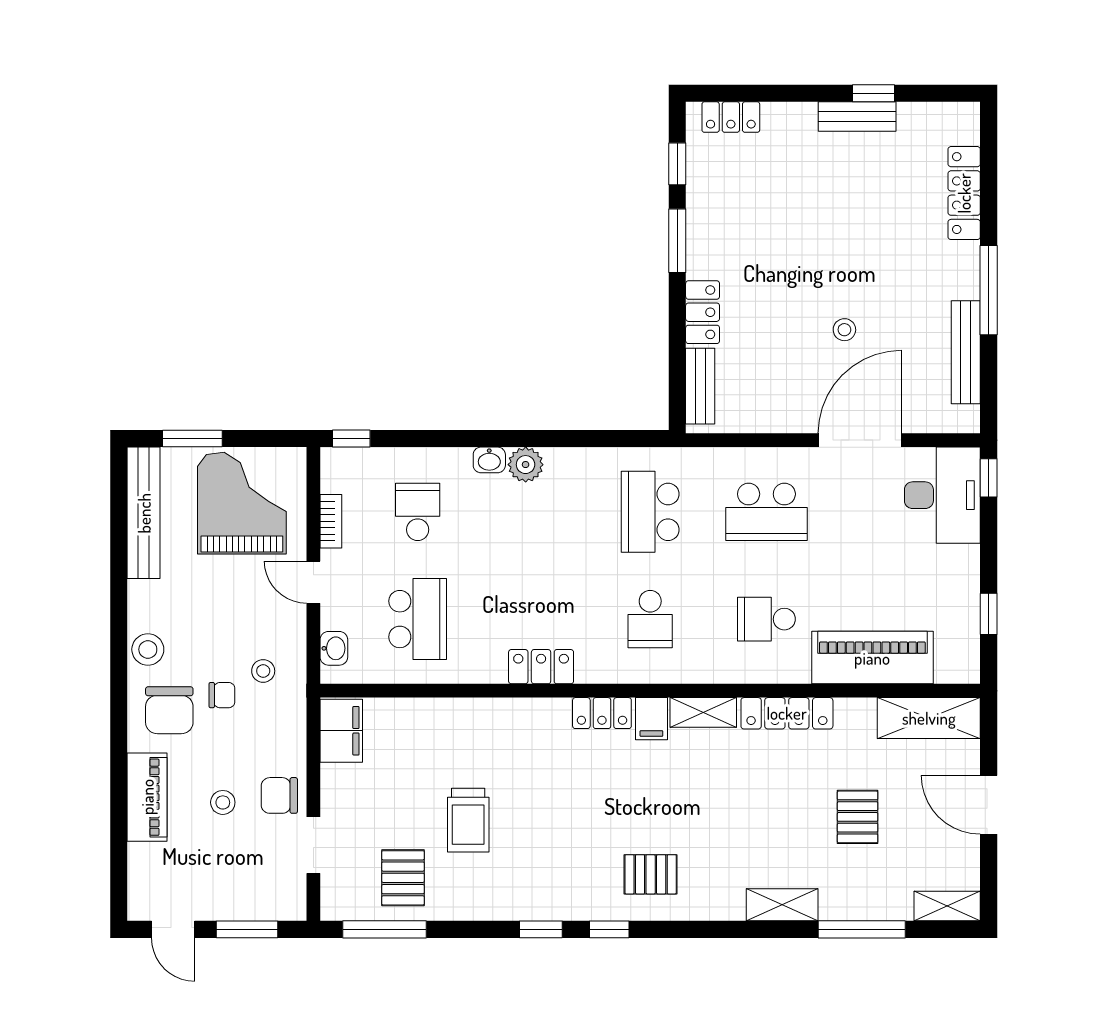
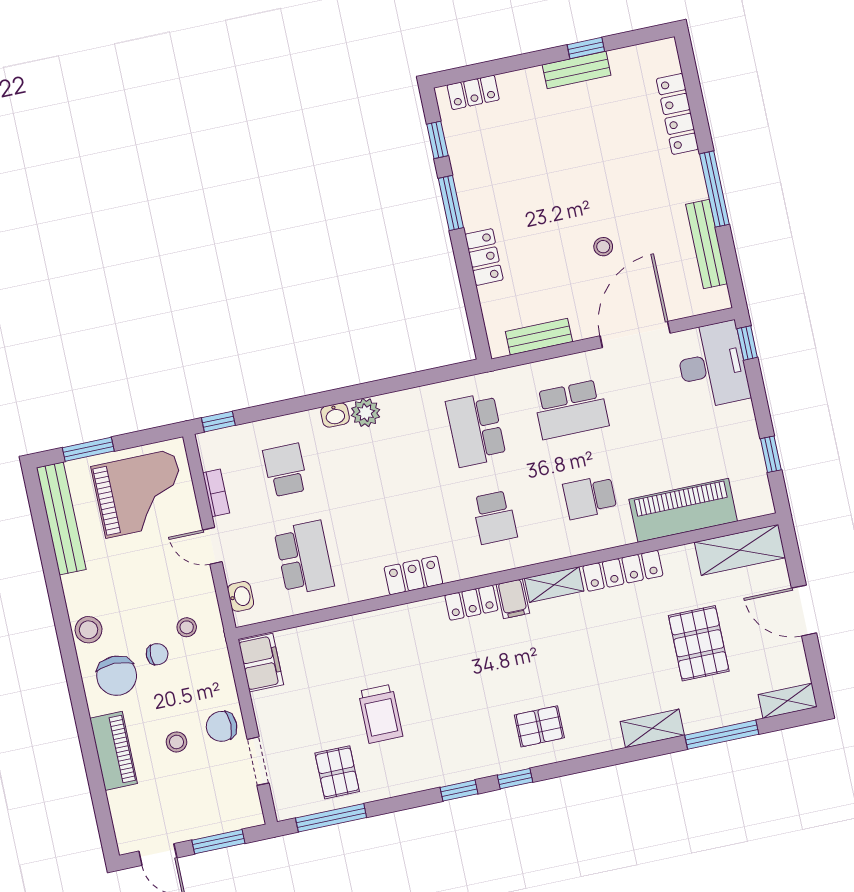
bench: (700, 386) -> (539, 337), moved, turned 90
grand piano: (242, 503) -> (140, 494), turned 90
pallet: (858, 817) -> (699, 643), width x1.50, depth x1.42

